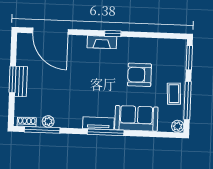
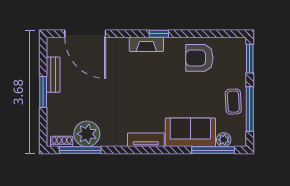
armchair: (139, 75) -> (199, 58), moved
bench: (21, 81) -> (53, 75), moved
plant: (48, 121) -> (87, 134), width x1.88, depth x1.88
plant: (178, 126) -> (224, 140), moved
window: (106, 132) -> (213, 150), moved

